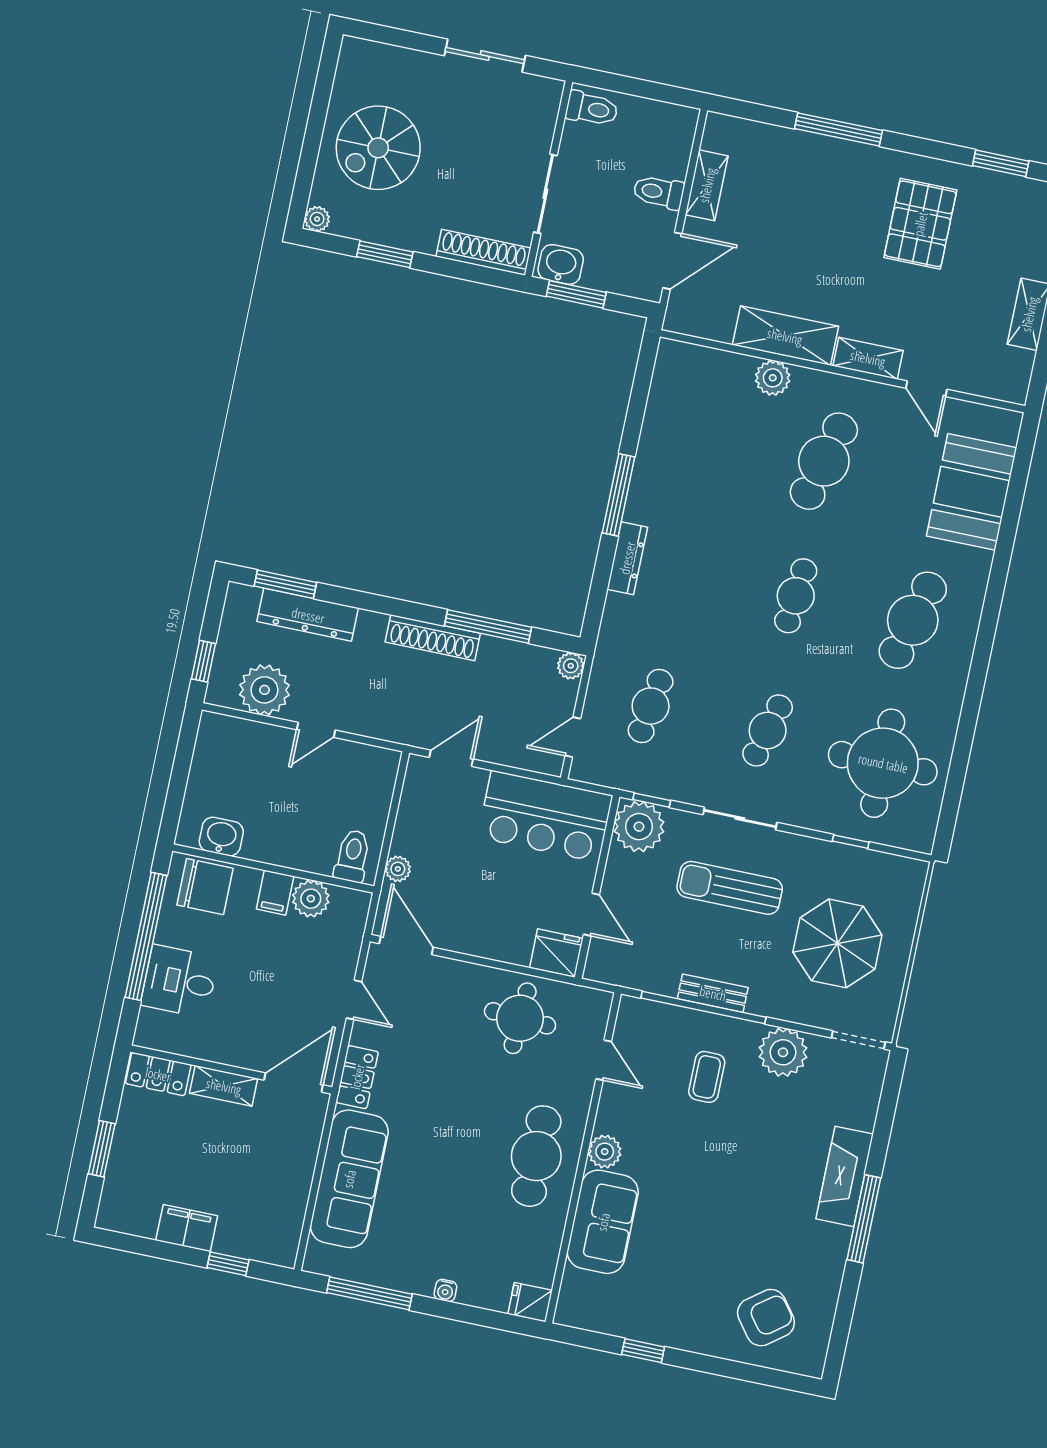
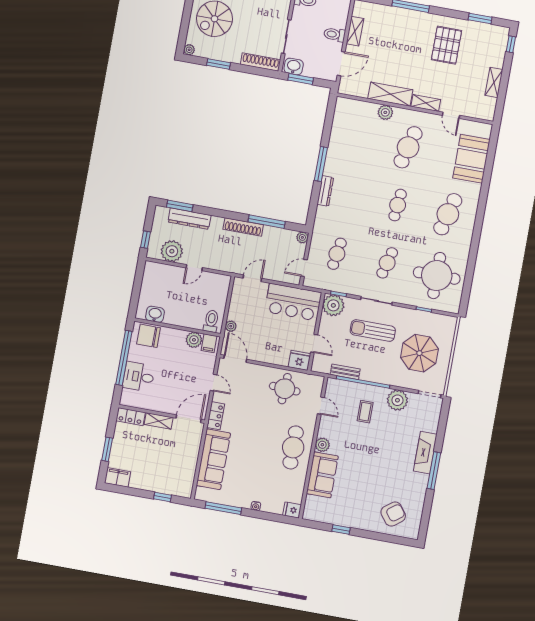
chair: (205, 887) -> (149, 336), turned 180
filing cabinet: (275, 893) -> (209, 343), moved
bench: (713, 993) -> (345, 372), moved
filing cabinet: (187, 1228) -> (118, 477), moved

